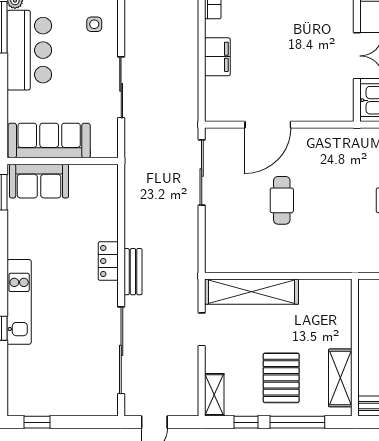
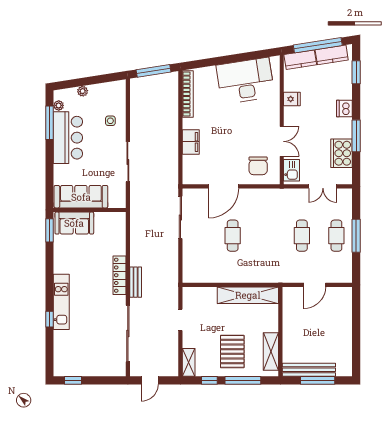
chair: (321, 93) -> (258, 166), added
locker: (108, 261) -> (119, 275), width x1.53
shelving: (252, 292) -> (248, 295), moved

